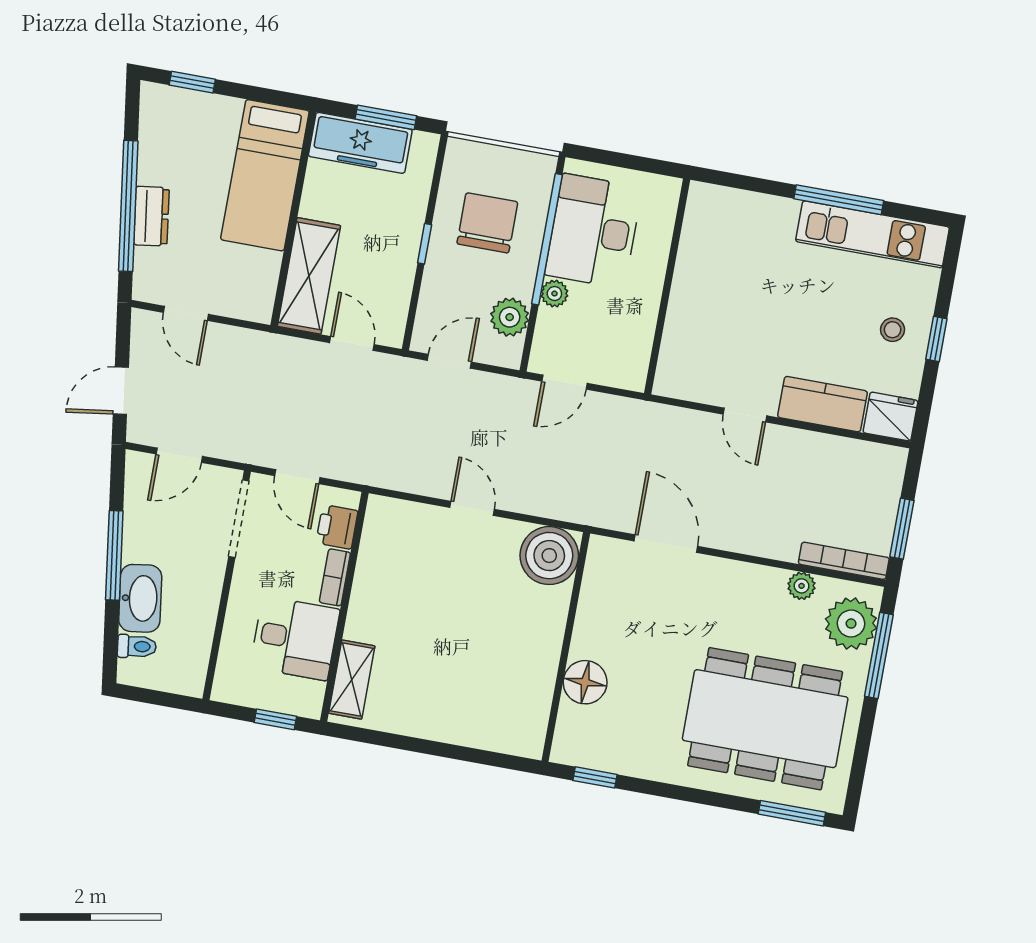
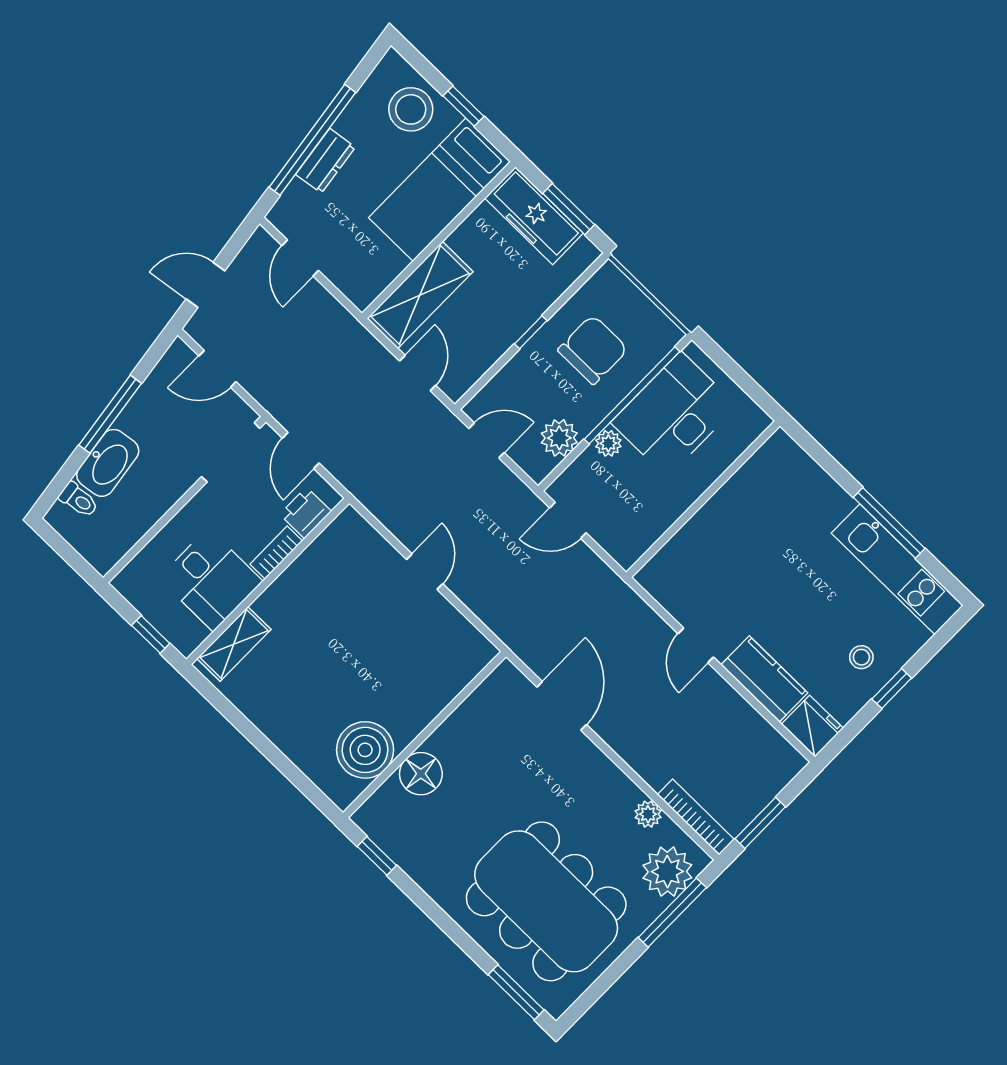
window: (192, 82) -> (463, 106), moved
stool: (194, 123) -> (411, 109), added
boiler: (549, 556) -> (365, 750), moved

